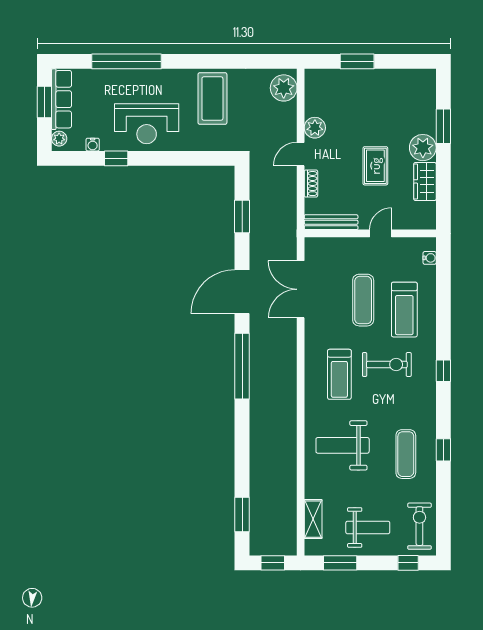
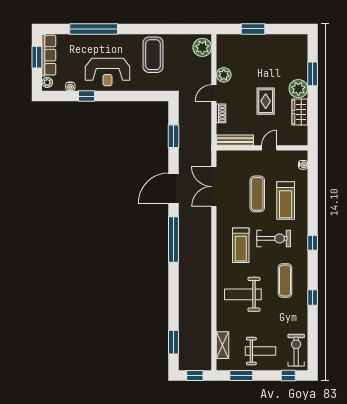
exercise mat: (406, 454) -> (285, 281), moved

